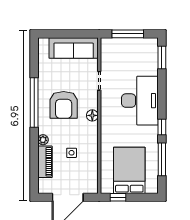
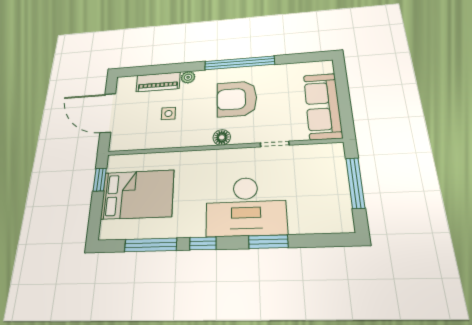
window: (162, 58) -> (268, 242), moved

